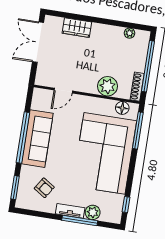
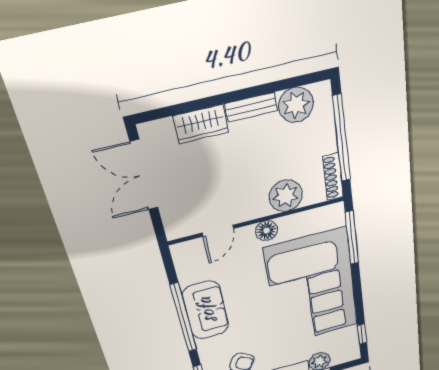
bench: (105, 29) -> (251, 107), added
plant: (129, 33) -> (296, 105), width x1.88, depth x1.88
floor lamp: (122, 108) -> (266, 231), moved
sofa: (37, 139) -> (206, 310), width x0.73

